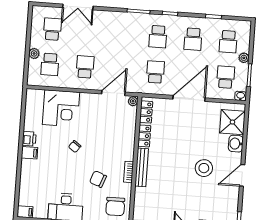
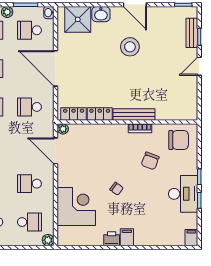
plant: (34, 53) -> (48, 240), moved

